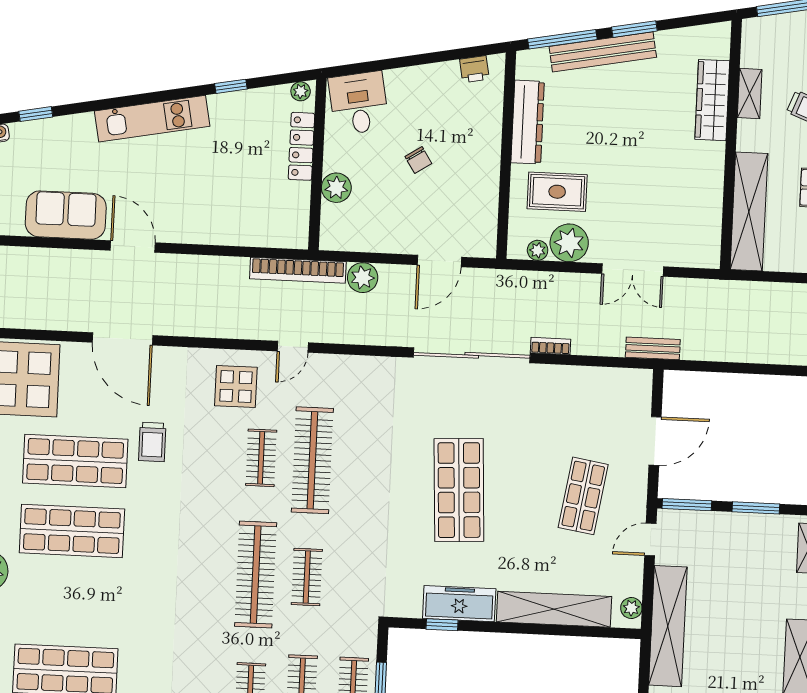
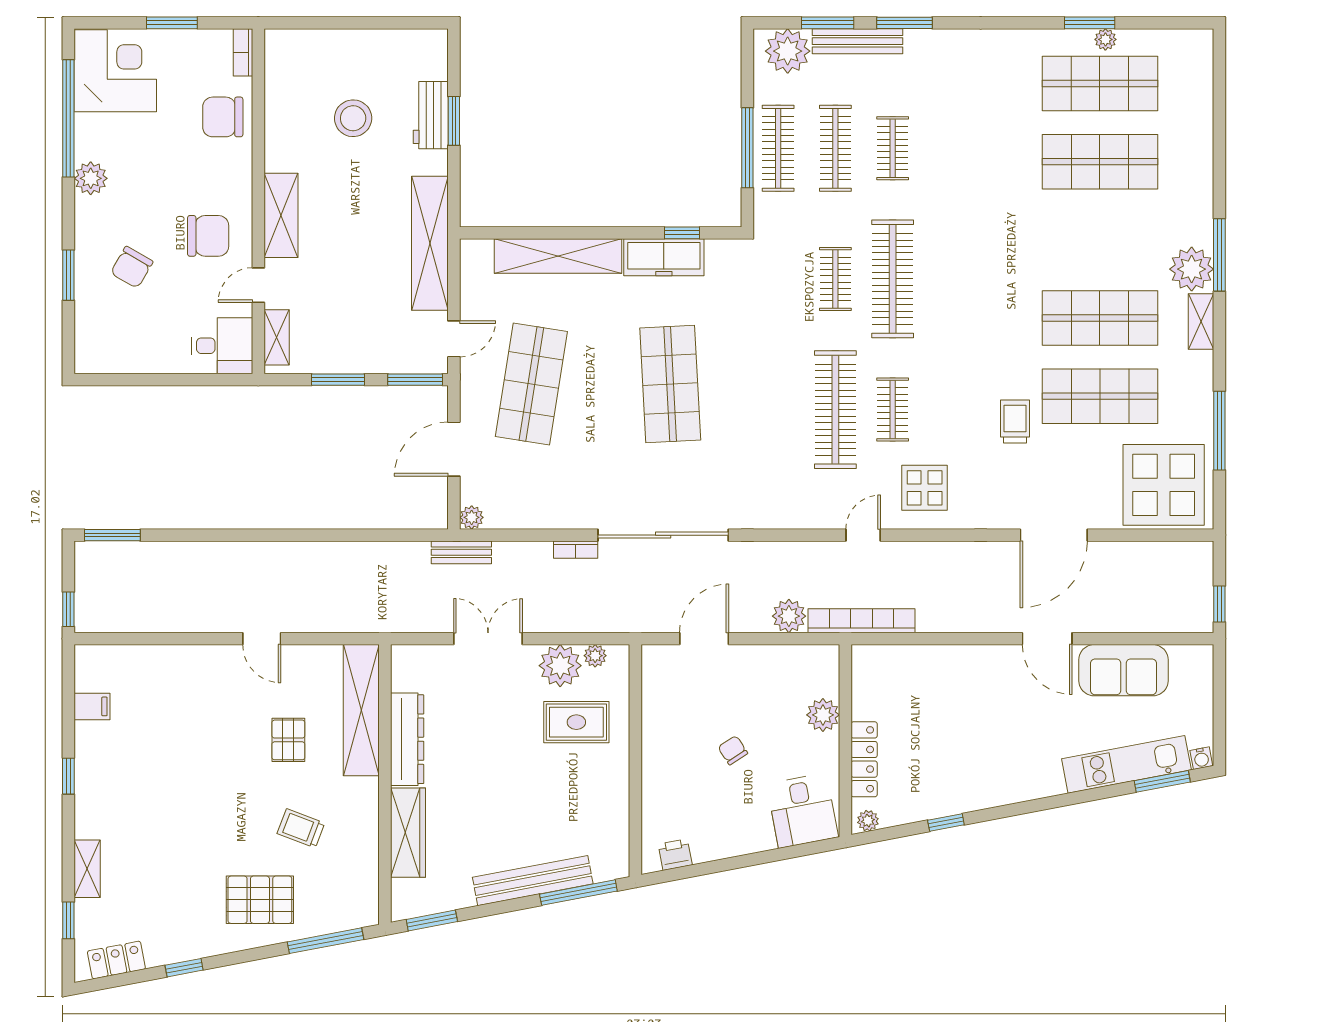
window: (634, 29) -> (432, 920), moved
shelving: (750, 94) -> (367, 842), removed
window: (36, 114) -> (1162, 781), width x1.50
kitchen unit: (152, 119) -> (1126, 764), moved
dresser: (528, 122) -> (407, 739), moved, turned 180
door: (122, 339) -> (1054, 535), swing flipped
shop shelf: (583, 496) -> (531, 384), width x1.43, depth x1.36
plant: (631, 608) -> (472, 517), moved

